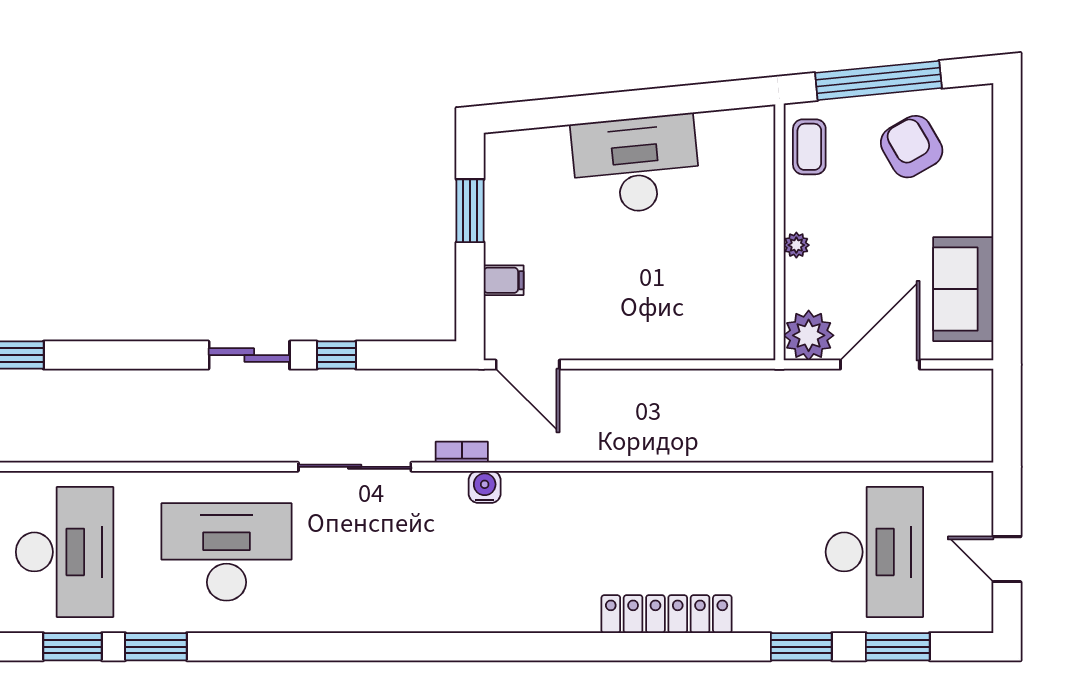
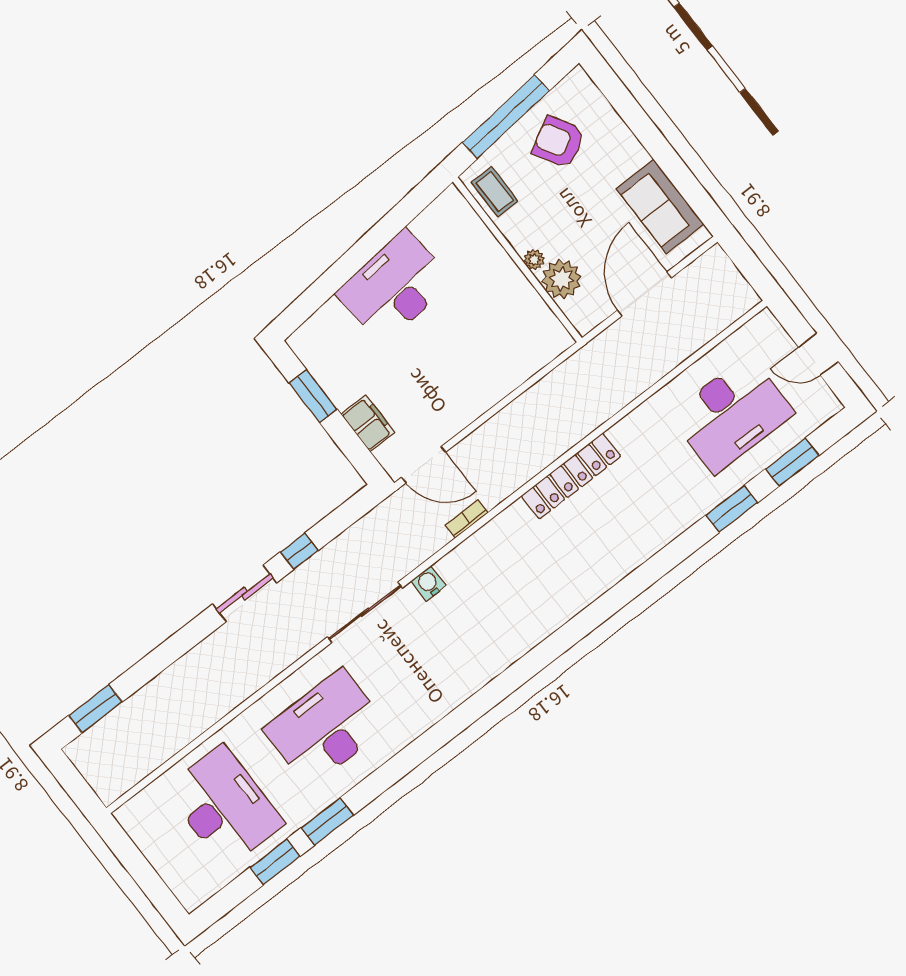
filing cabinet: (504, 280) -> (368, 423), width x2.00
plant: (809, 335) -> (561, 279), moved
bookcase: (462, 452) -> (467, 519), moved
water cooler: (485, 487) -> (429, 583), moved
desk: (874, 552) -> (732, 414), turned 90
locker: (667, 614) -> (571, 476), moved, turned 180

